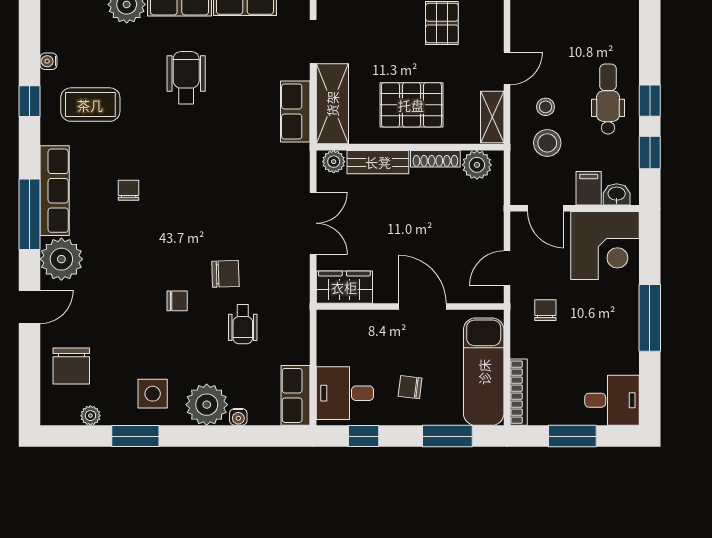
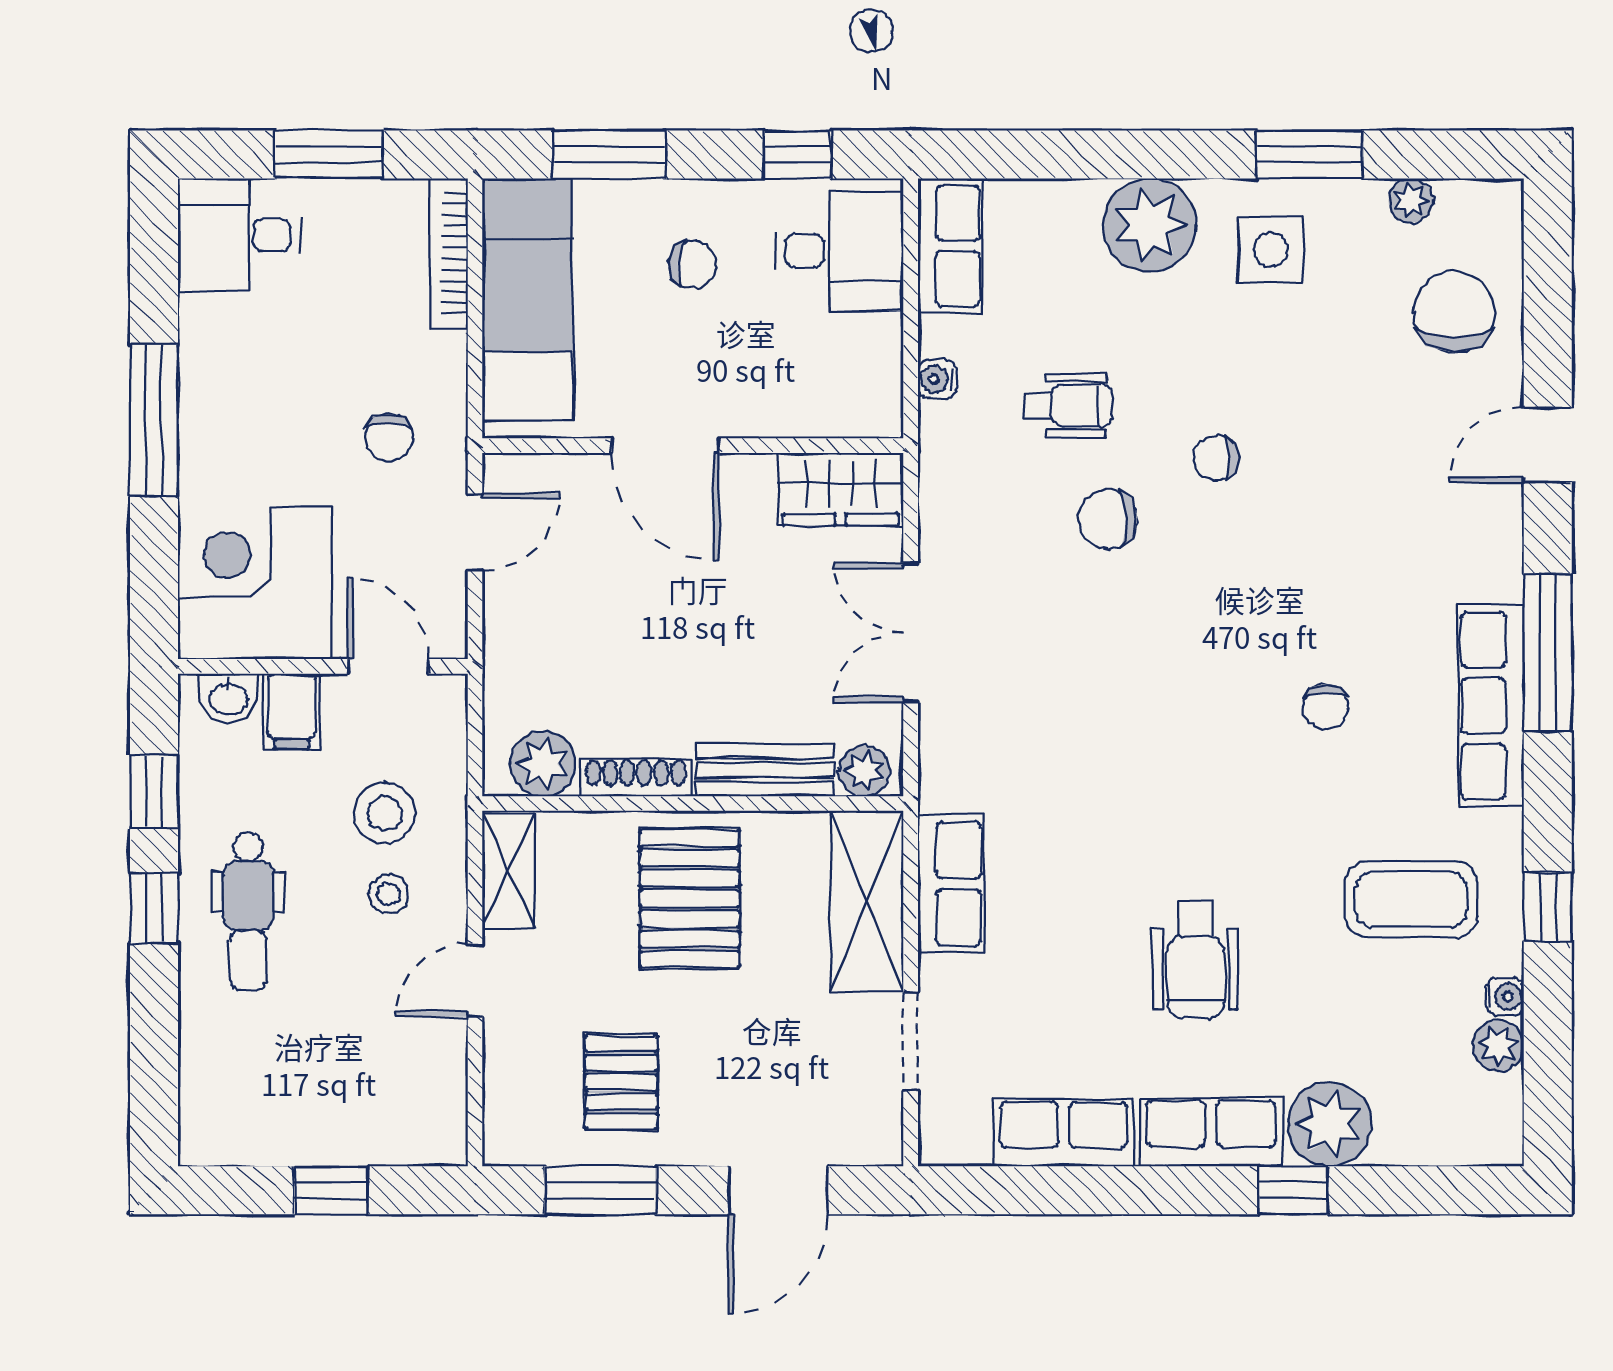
pallet: (411, 105) -> (690, 899), turned 90
plant: (61, 259) -> (1498, 1046), moved, width x0.53, depth x0.53
wheelchair: (243, 324) -> (1069, 406), turned 90
water cooler: (238, 417) -> (937, 379), moved, turned -90

